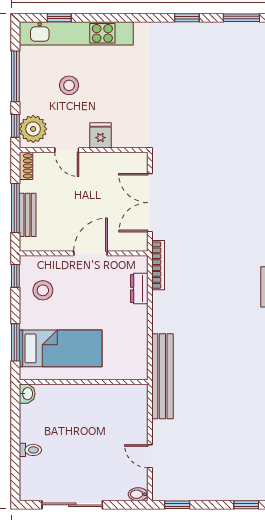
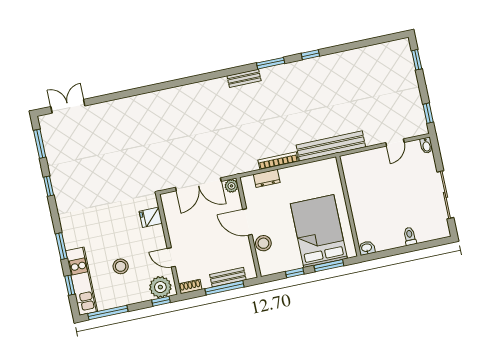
window: (110, 18) -> (61, 246), added
kitchen unit: (76, 33) -> (82, 281), width x0.73
window: (15, 76) -> (108, 313), moved
fridge: (100, 135) -> (151, 217), moved
door: (67, 150) -> (171, 257), swing flipped
plant: (139, 243) -> (231, 186), added
bookcase: (158, 265) -> (278, 161), moved
window: (15, 276) -> (295, 273), moved
stool: (43, 290) -> (263, 243), moved
bed: (61, 348) -> (319, 231), width x1.50

